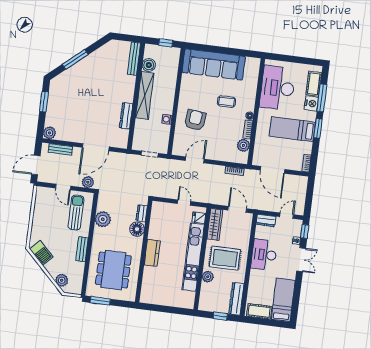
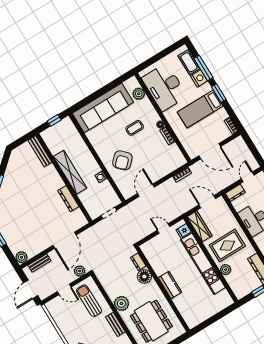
boiler: (149, 65) -> (55, 147), removed
armchair: (195, 120) -> (122, 160), turned -140
plant: (243, 145) -> (139, 94), moved
plant: (103, 219) -> (121, 303), moved

